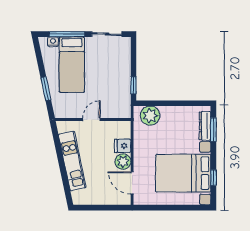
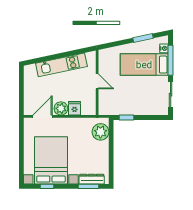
window: (46, 89) -> (143, 38), moved

